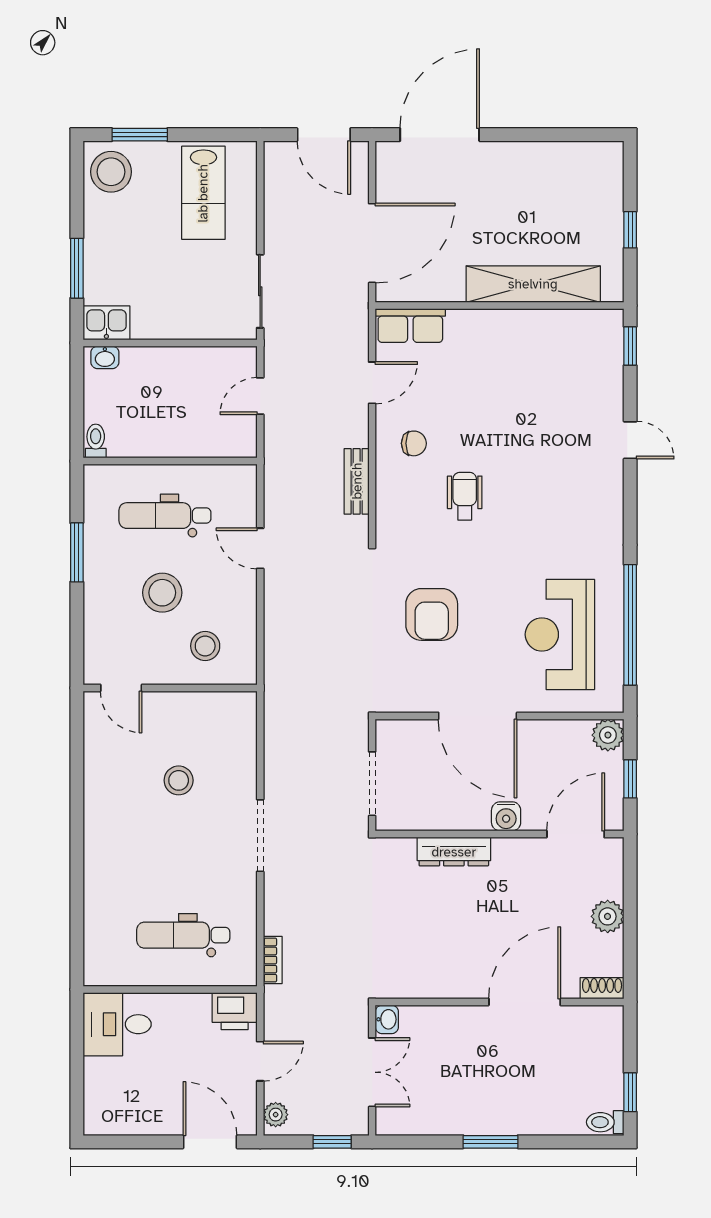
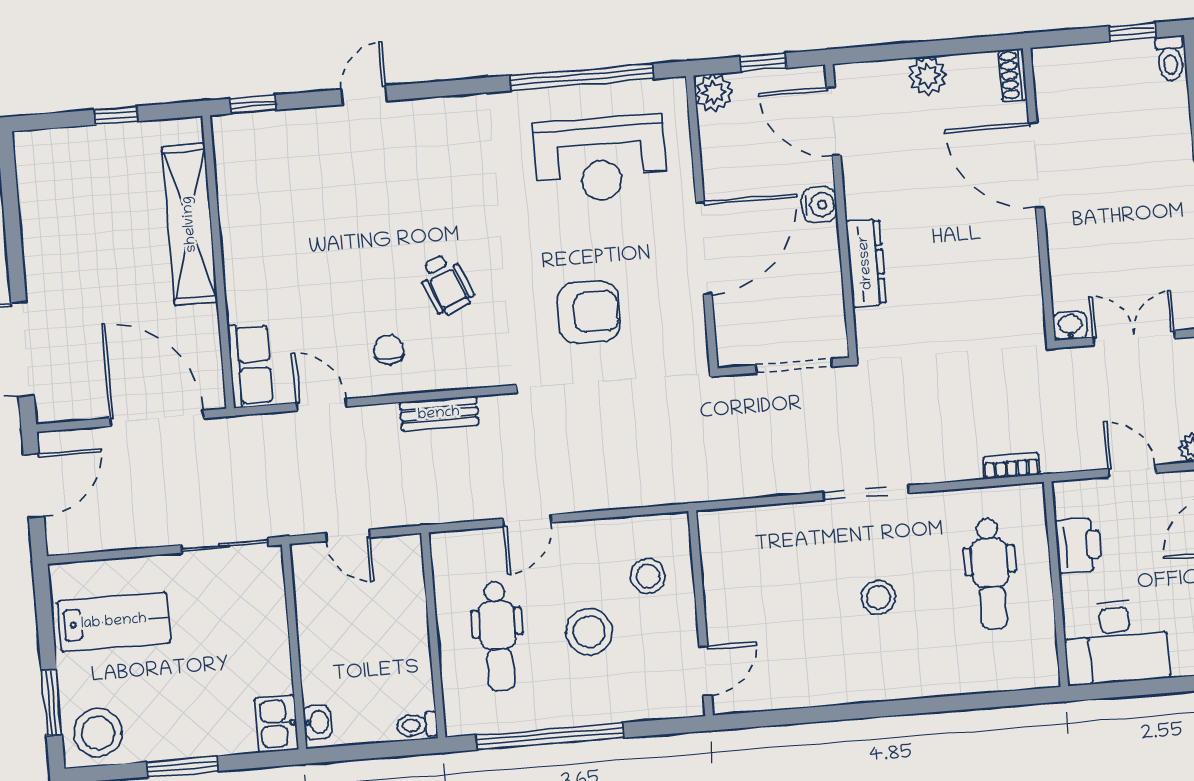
window: (77, 268) -> (182, 767), moved
wheelchair: (465, 496) -> (446, 285), turned -113
window: (77, 552) -> (550, 736), width x2.11
stool: (179, 780) -> (878, 597), moved
printer: (235, 1011) -> (1078, 545), moved
desk: (117, 1024) -> (1116, 642), width x1.37

